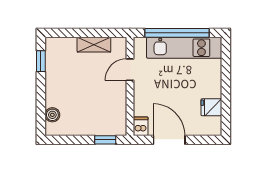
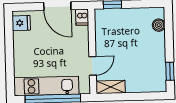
shelving: (94, 45) -> (111, 87), moved
fridge: (211, 107) -> (21, 23), moved

